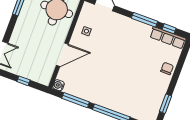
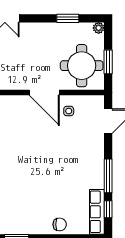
door: (62, 55) -> (44, 92), moved

